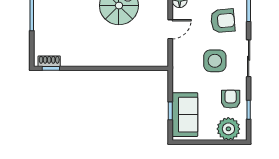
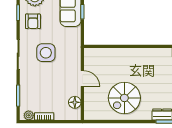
armchair: (223, 21) -> (39, 85), removed
door: (170, 29) -> (82, 79), swing flipped

